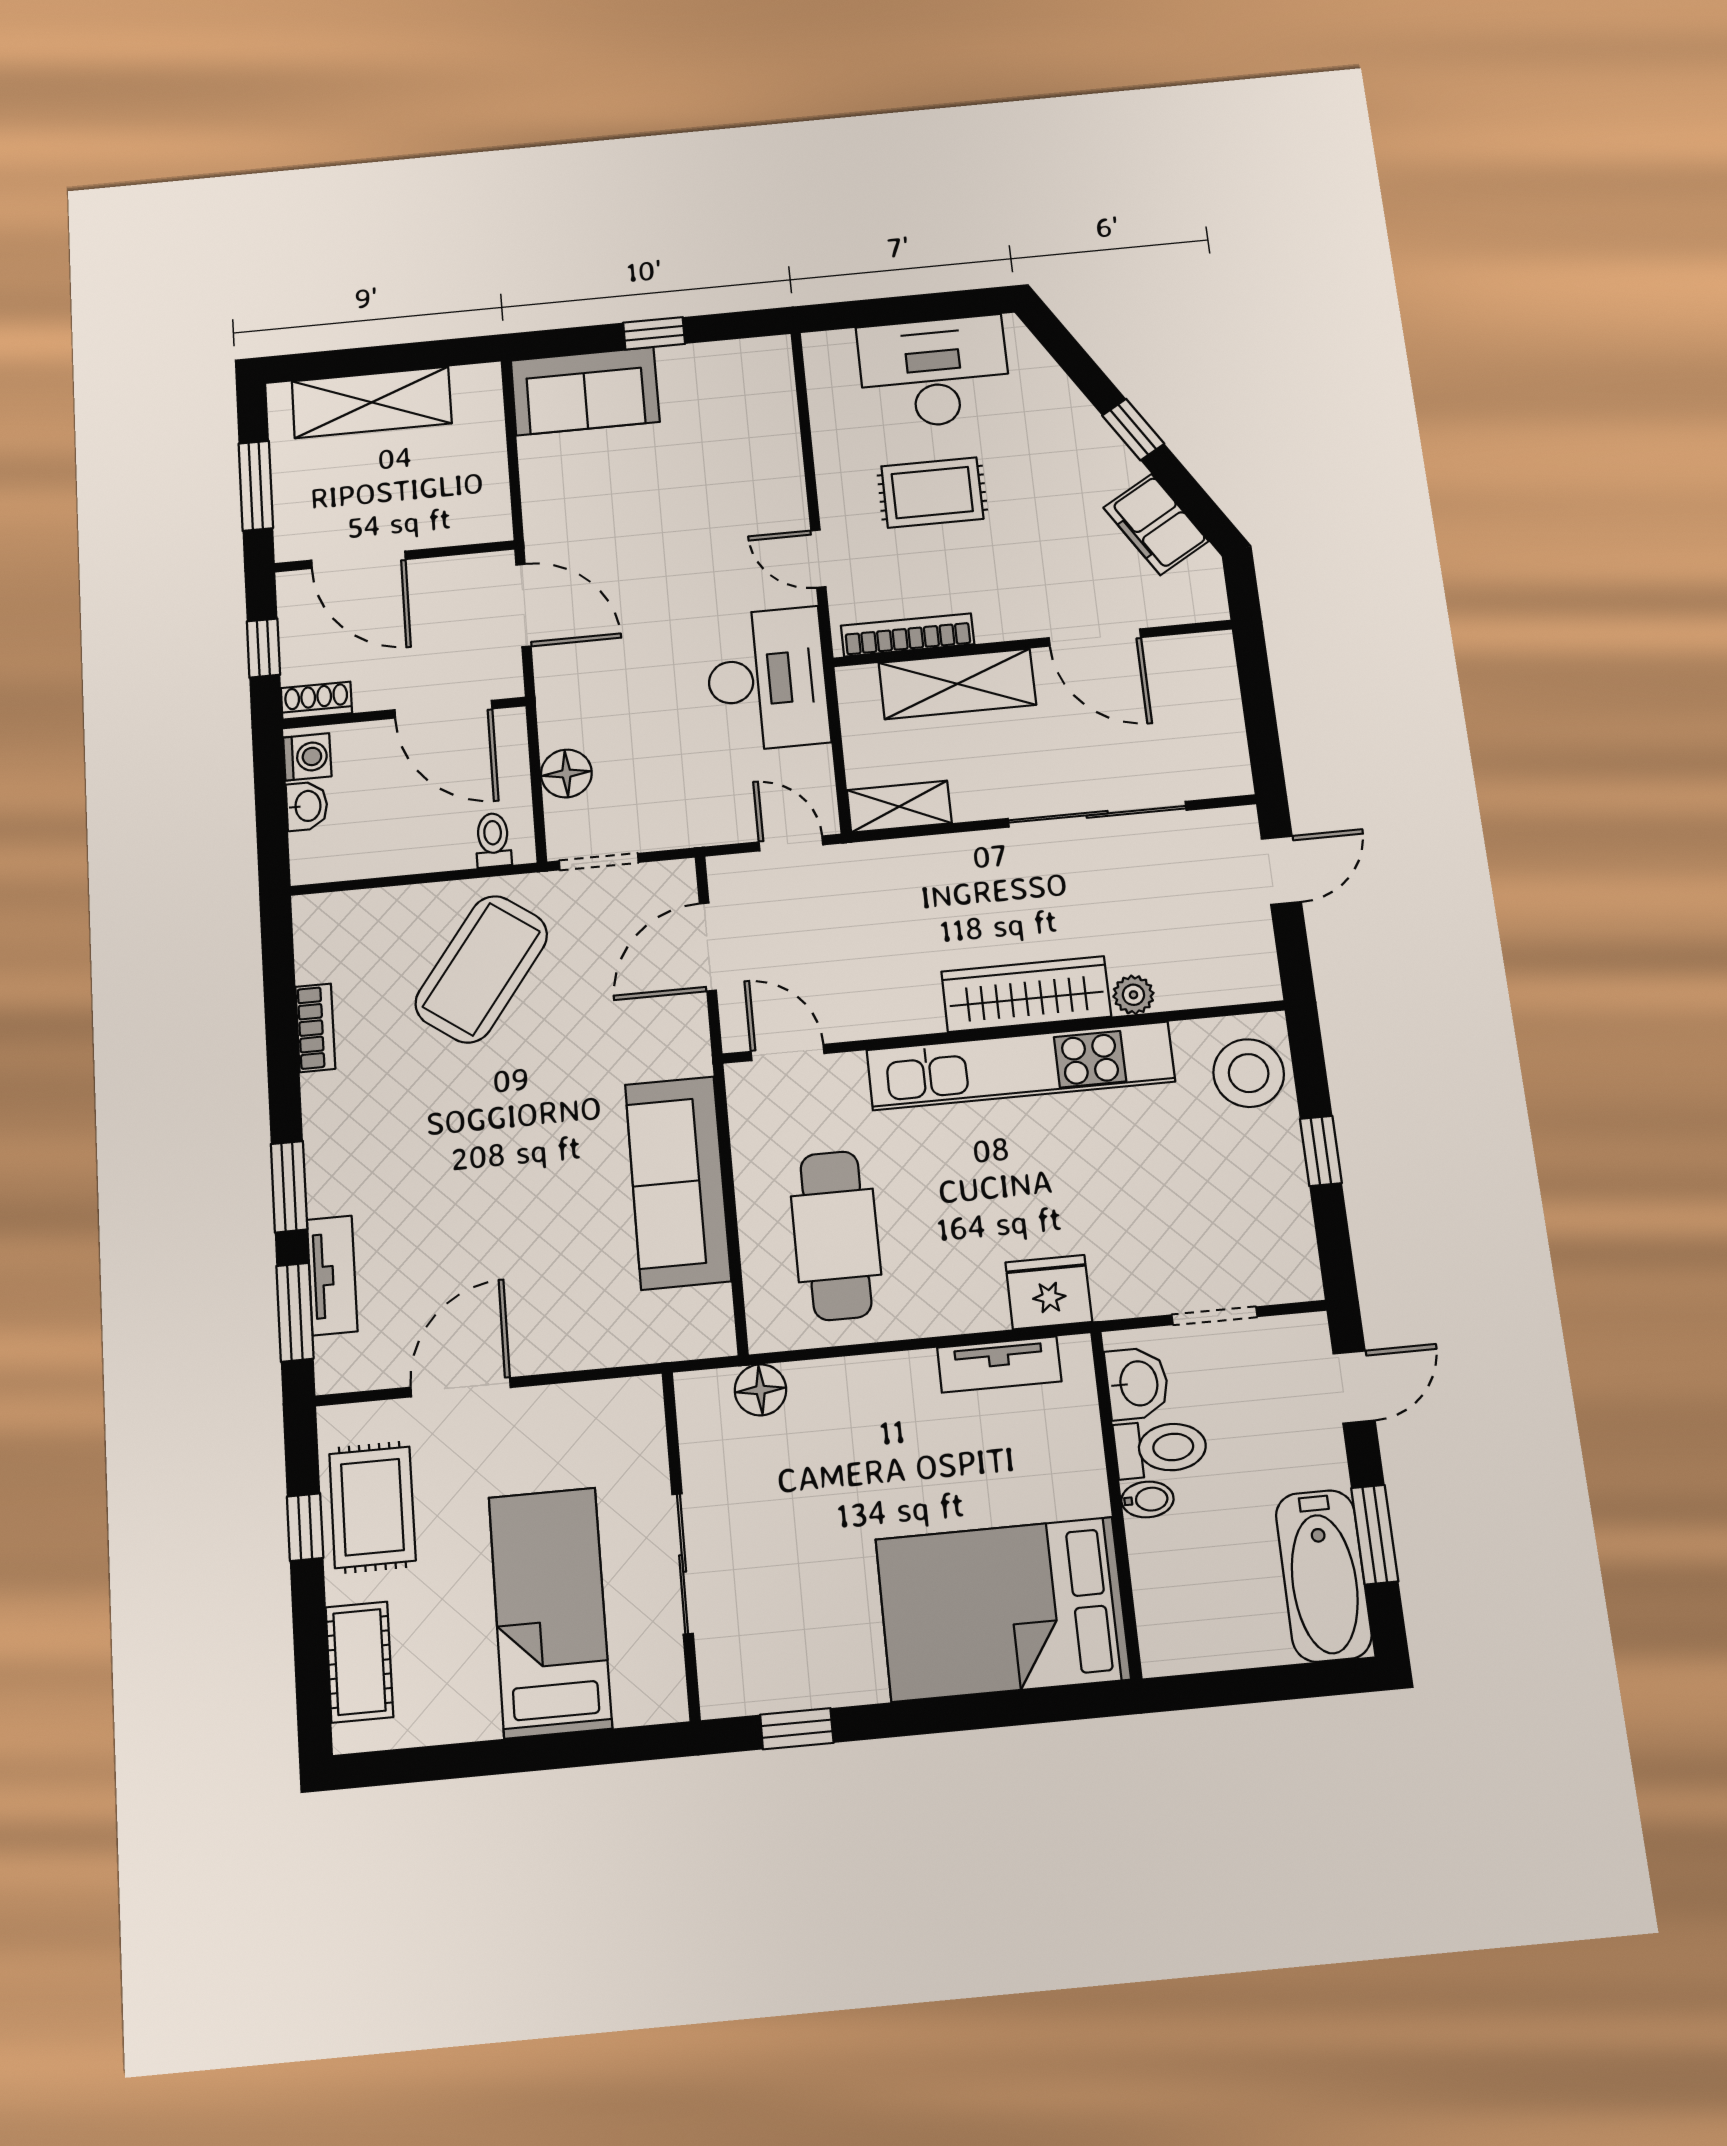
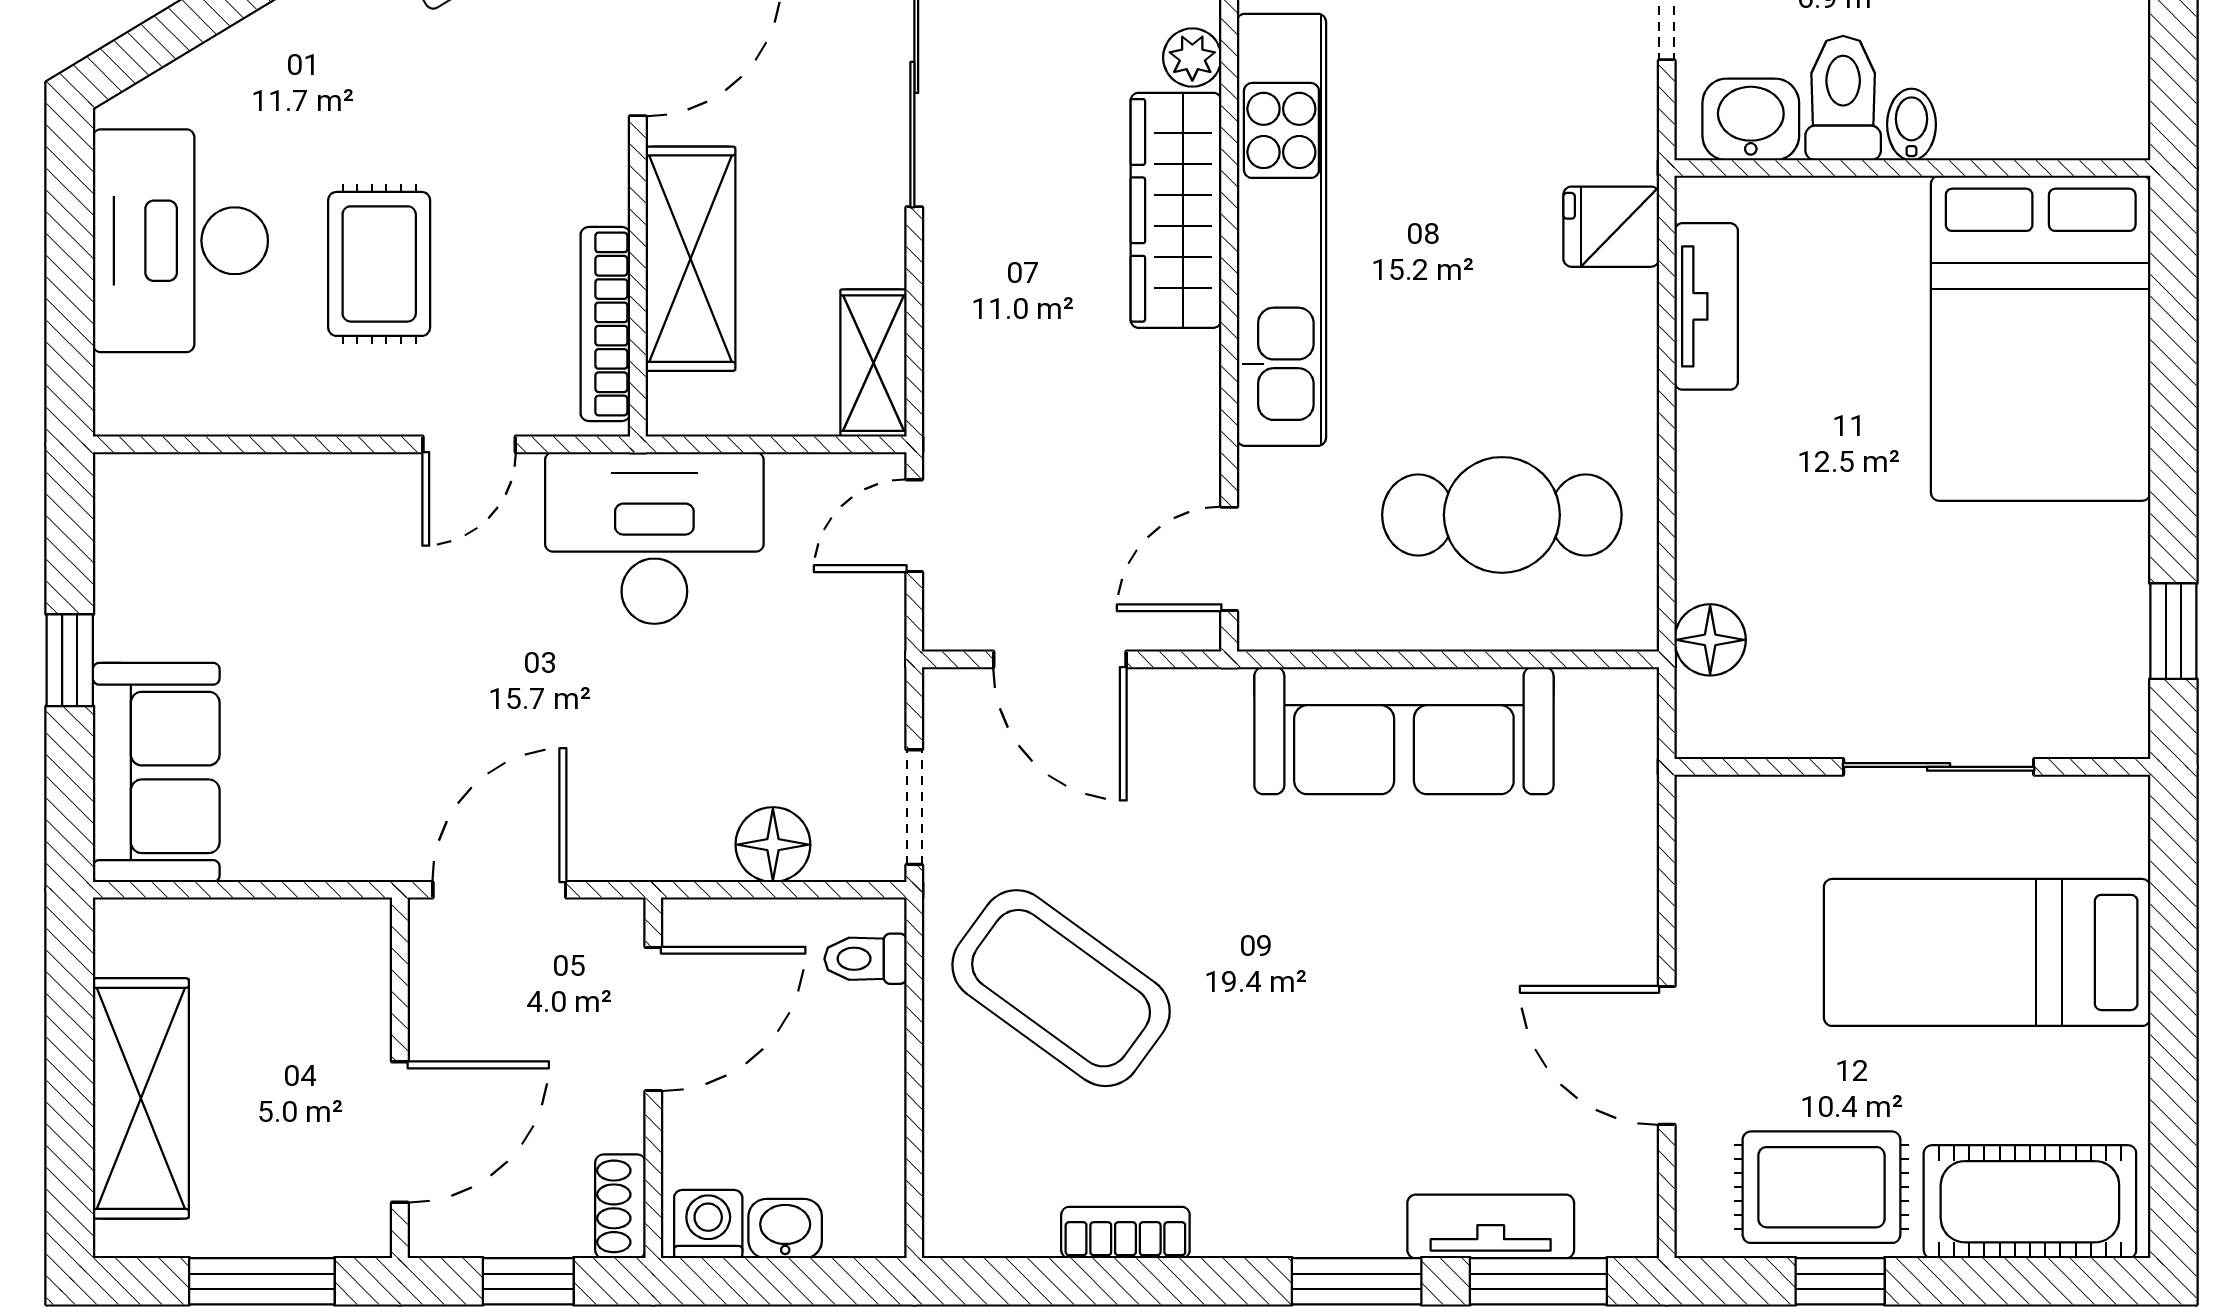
fridge: (1049, 1292) -> (1611, 227), width x0.72
cot: (359, 1662) -> (2030, 1202), width x1.37, depth x1.34

